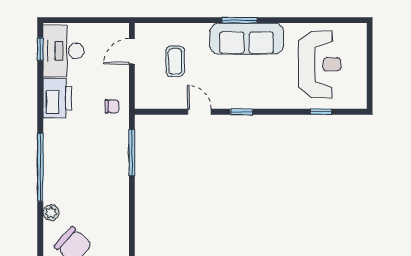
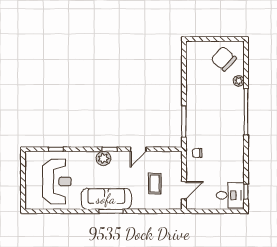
desk: (63, 51) -> (230, 195), width x0.73
reception desk: (320, 64) -> (57, 181), turned 180
printer: (57, 98) -> (234, 158), removed
plant: (251, 98) -> (103, 158), added
door: (199, 112) -> (138, 149), hinge flipped

